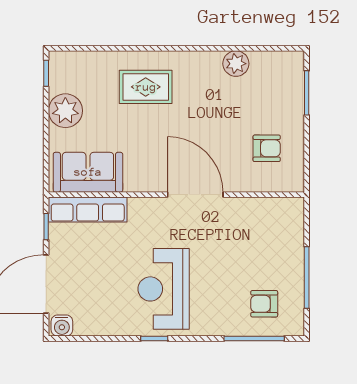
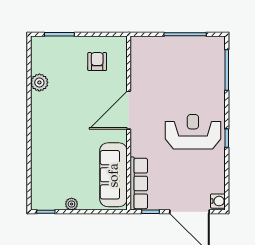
rug: (146, 87) -> (55, 144), removed
plant: (65, 111) -> (72, 204), width x0.53, depth x0.53
sofa: (88, 172) -> (113, 175), width x1.36
reception desk: (164, 289) -> (193, 132), turned 180
armchair: (264, 304) -> (203, 63), removed

